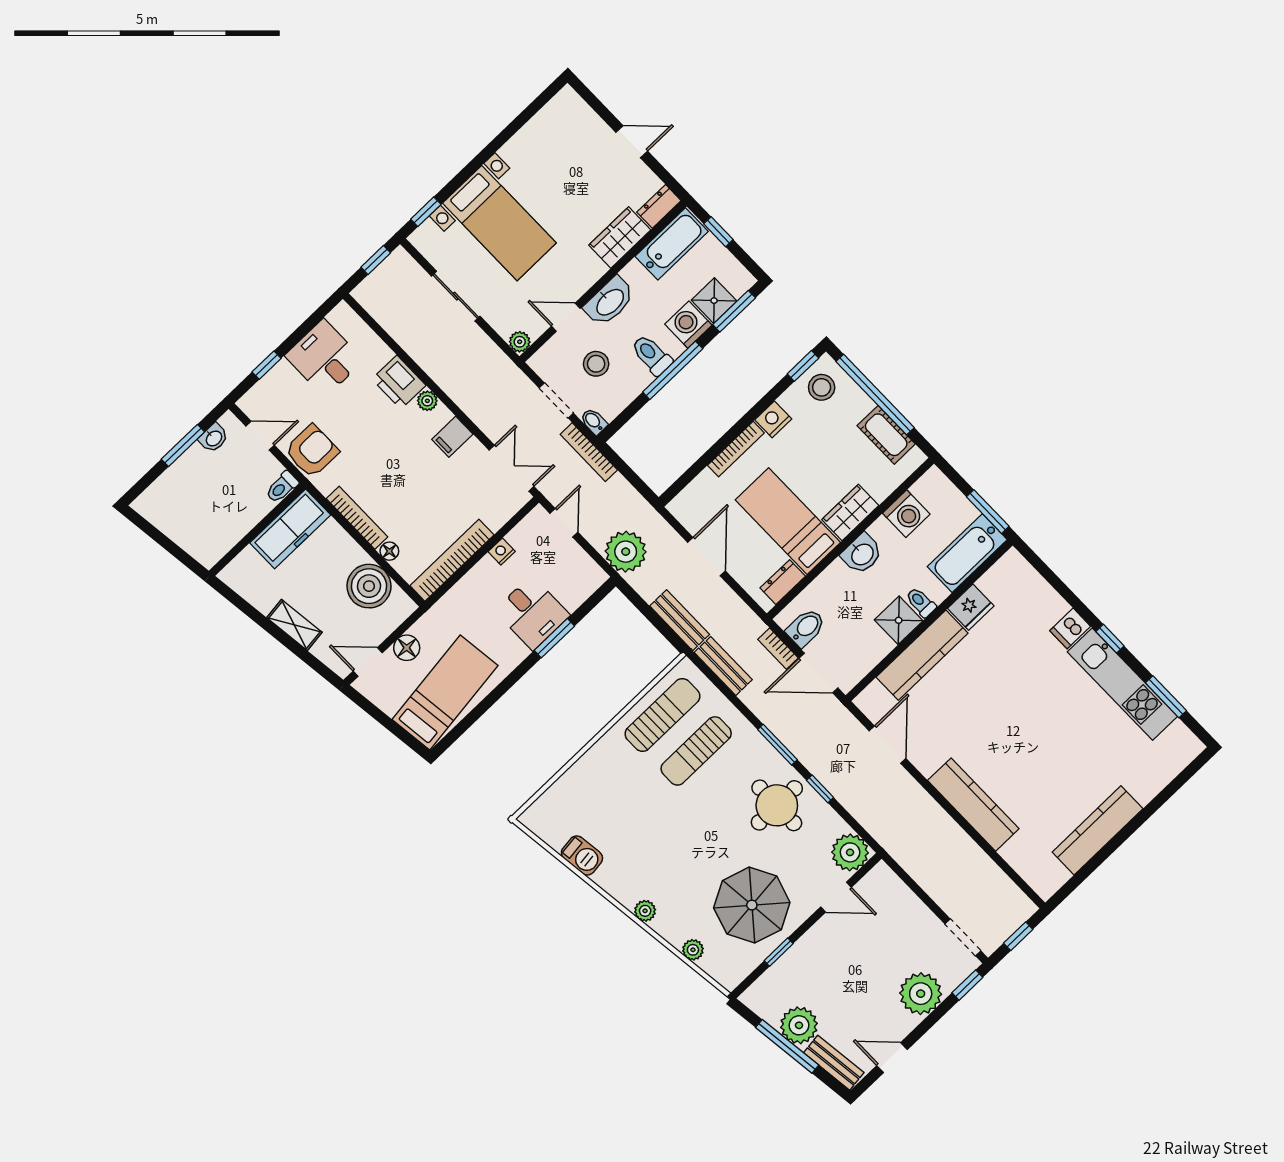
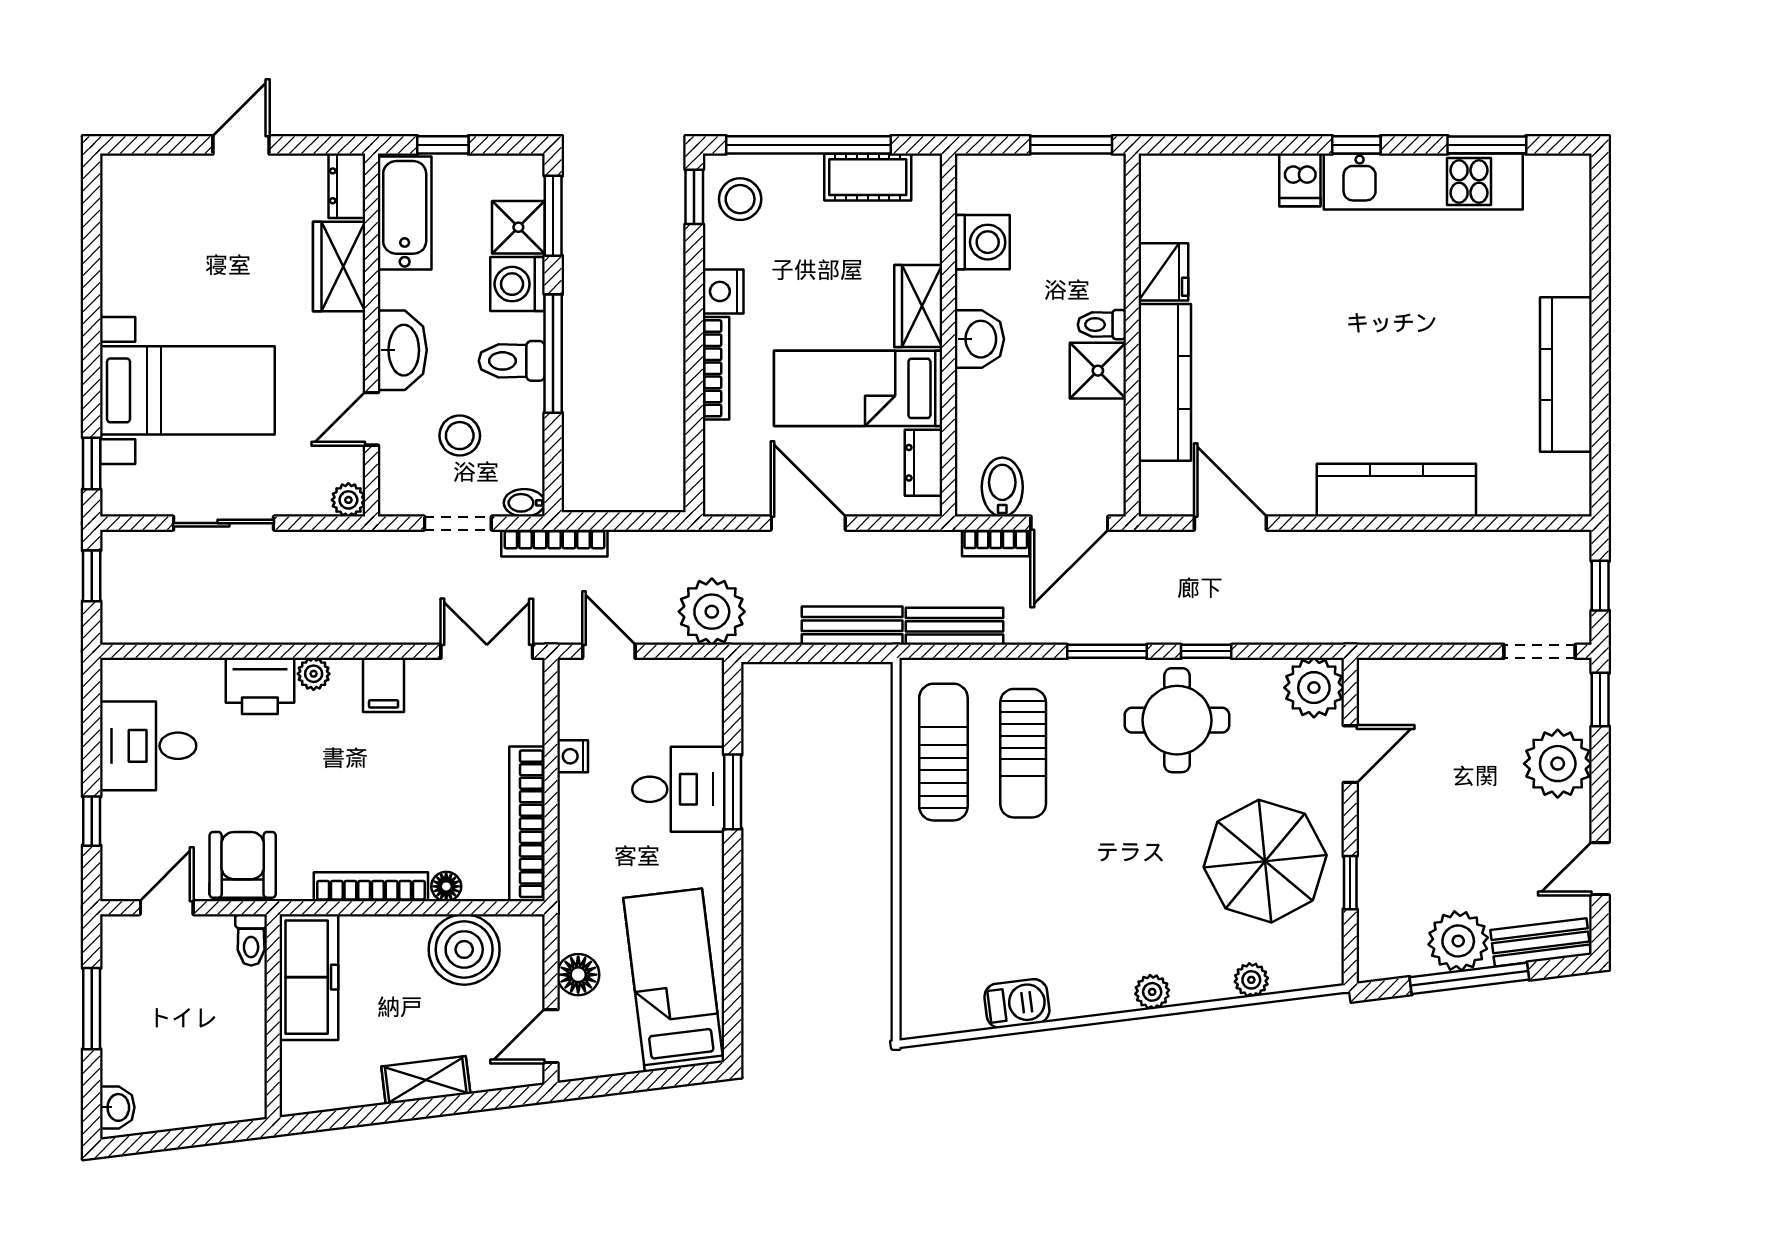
washbasin: (214, 438) -> (117, 1107), moved
bathtub: (967, 553) -> (1097, 215), removed

